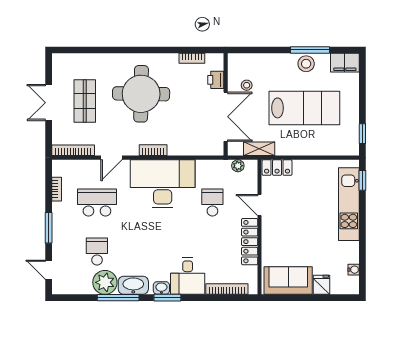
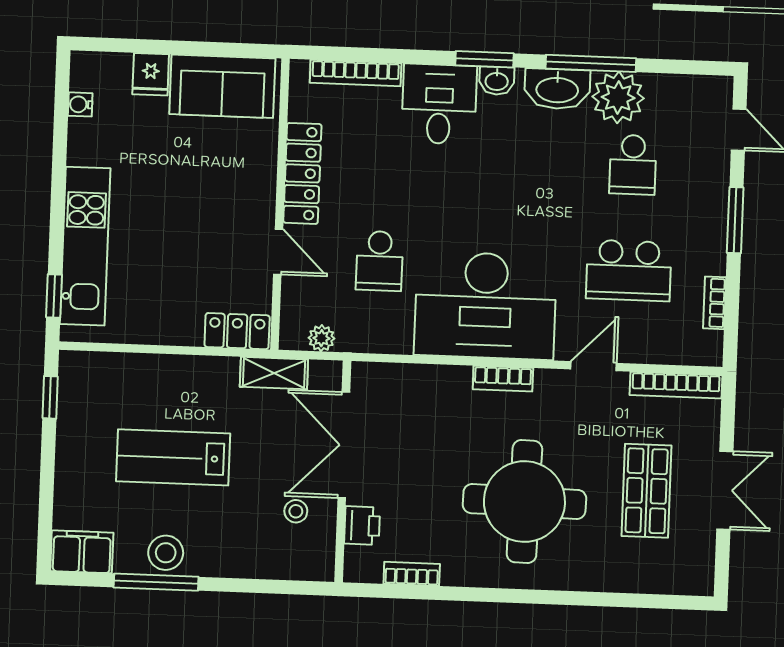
lab bench: (304, 108) -> (173, 457), width x0.73, depth x0.72

